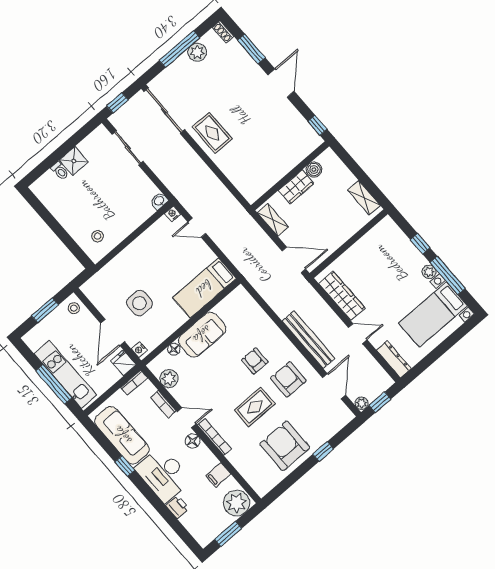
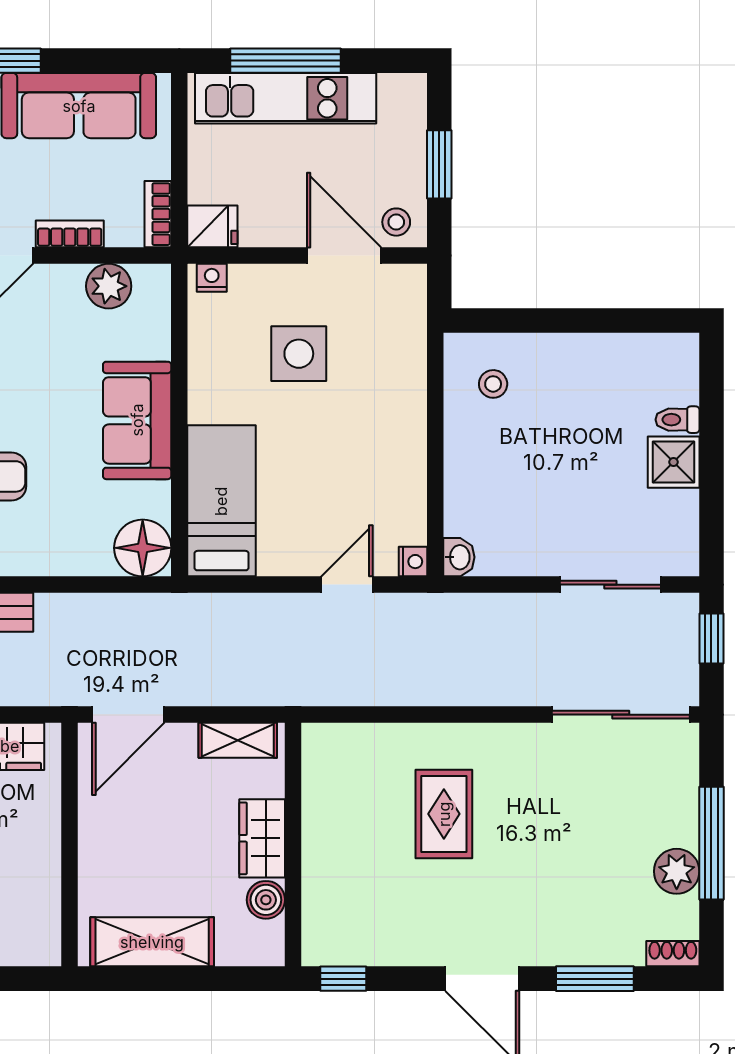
rug: (212, 133) -> (444, 814), moved, turned 90
shelving: (364, 198) -> (152, 942), width x1.50, depth x1.33
door: (113, 332) -> (344, 256), moved
floor lamp: (174, 349) -> (143, 548), moved, width x1.89, depth x1.89

